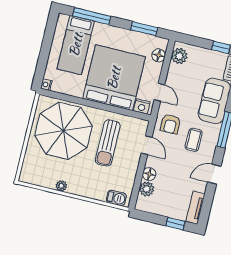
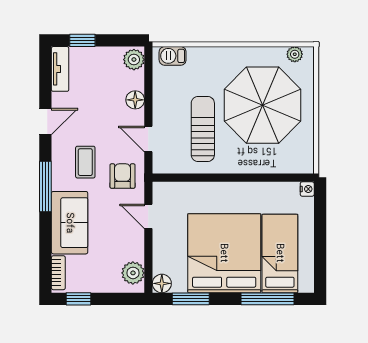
floor lamp: (159, 55) -> (162, 283), moved
bed: (114, 78) -> (224, 253), moved, turned 180
nightstand: (142, 106) -> (168, 191), removed
parasol: (63, 131) -> (263, 105), moved
plant: (61, 186) -> (295, 54), moved
plant: (147, 189) -> (134, 60), moved

